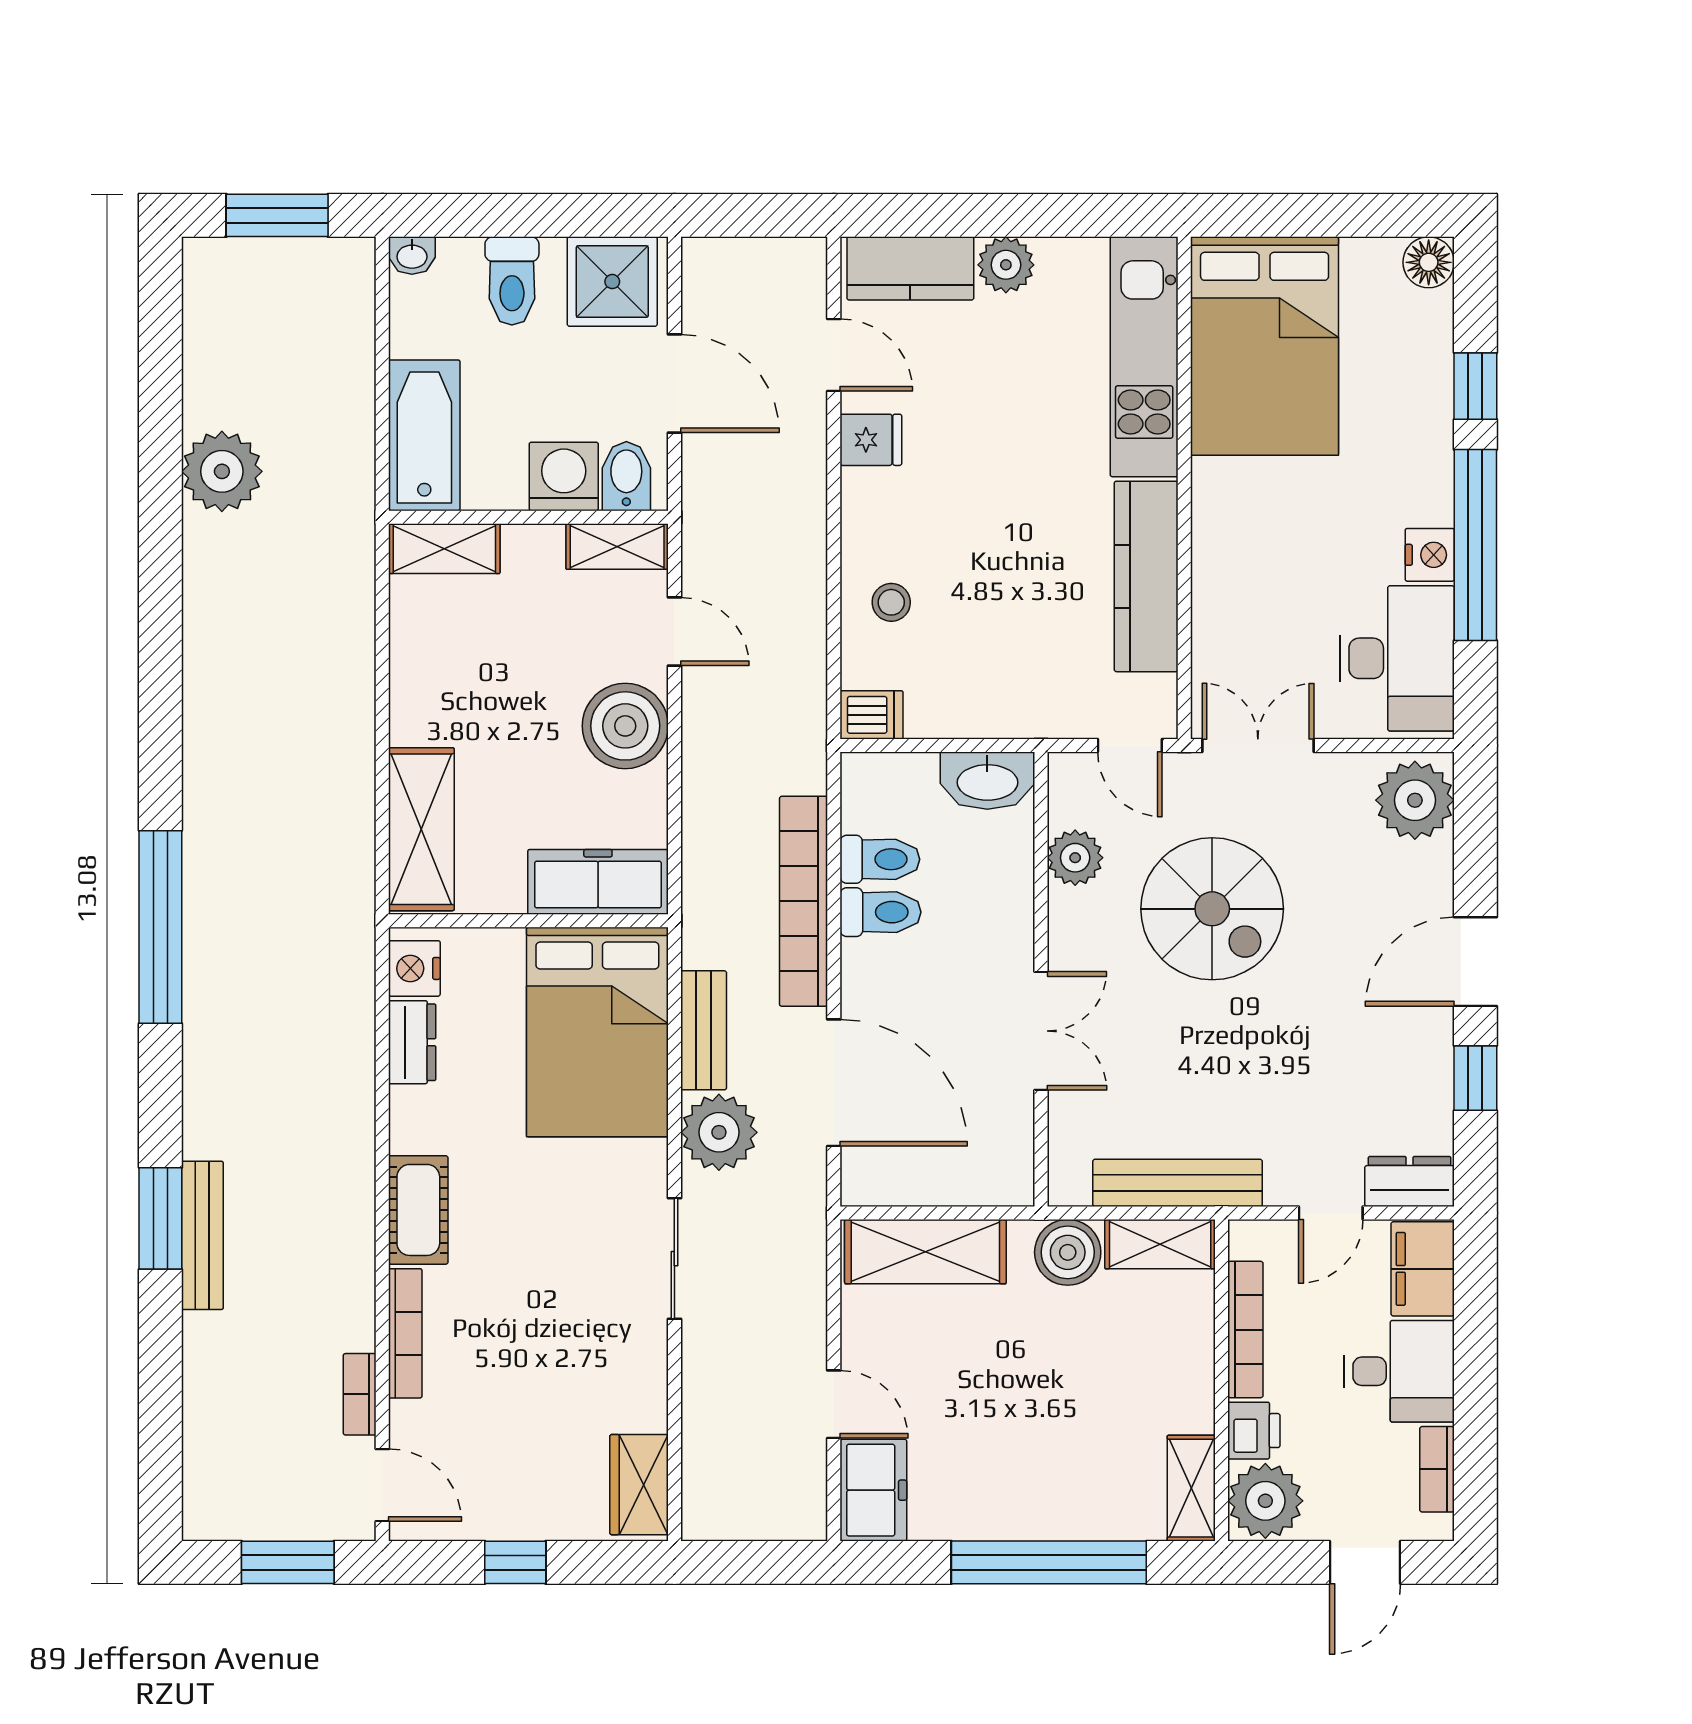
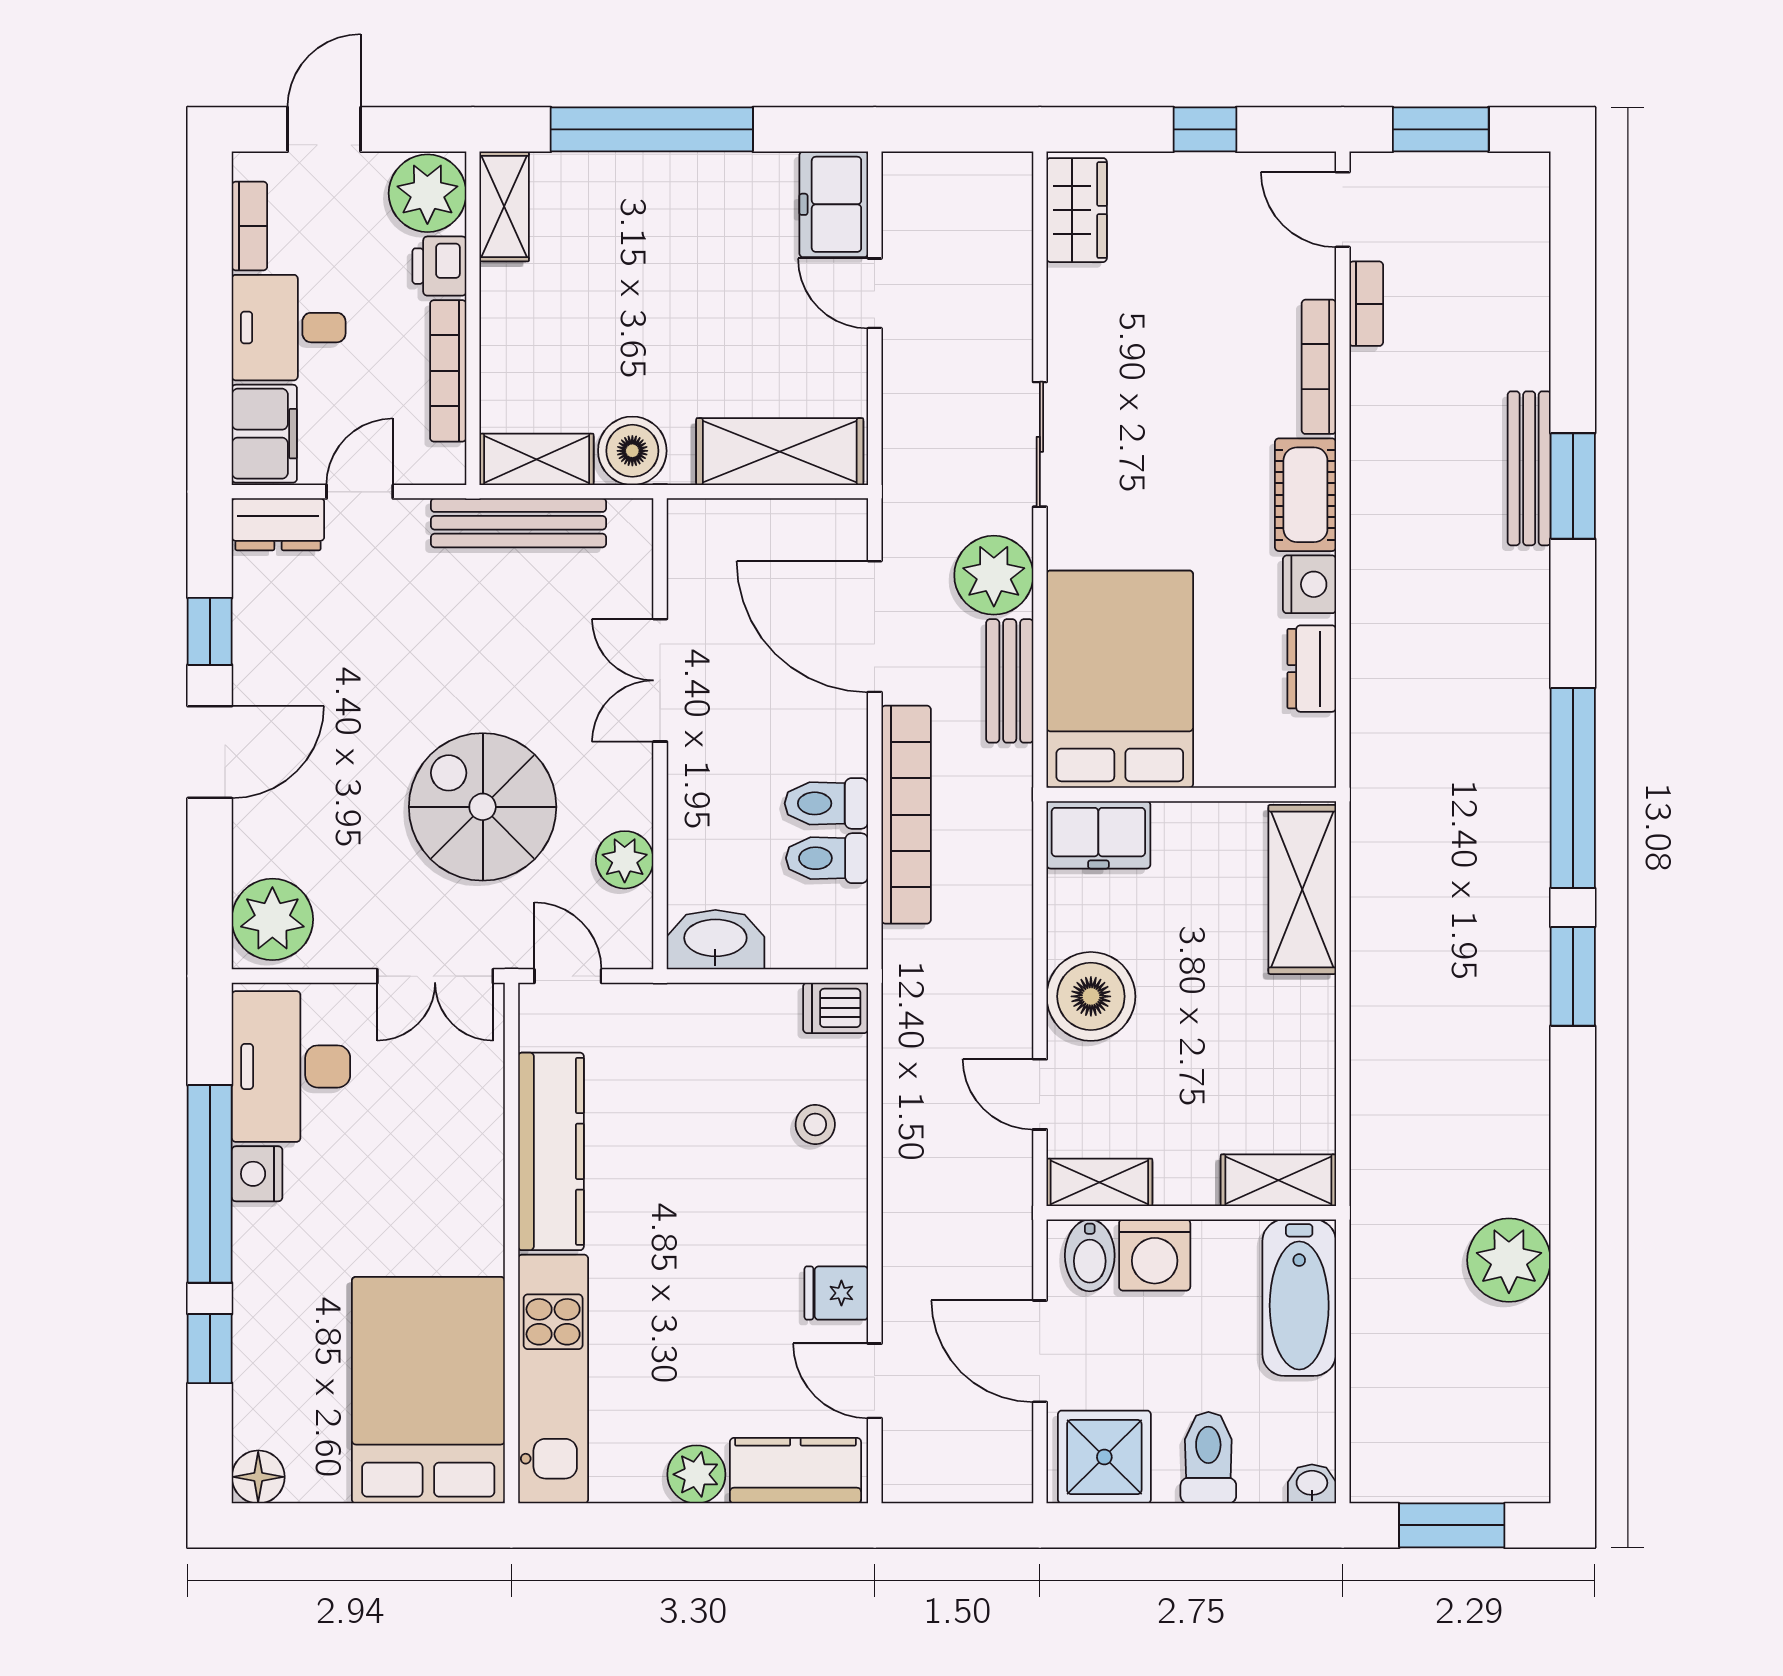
window: (160, 745) -> (1573, 976), added
freezer: (598, 882) -> (1098, 835), width x0.71
nightstand: (414, 968) -> (1309, 584), moved

